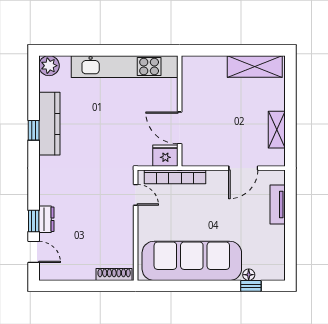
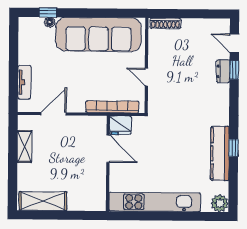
door: (136, 195) -> (146, 77), moved

